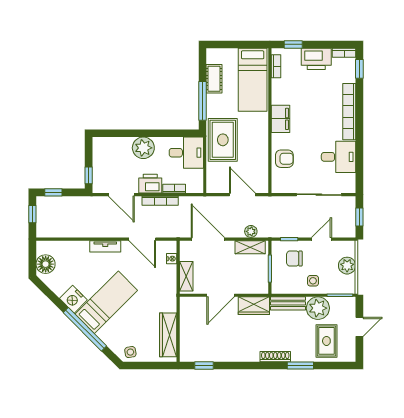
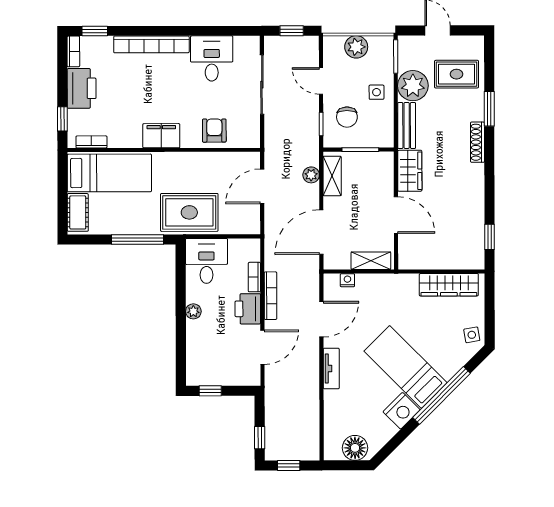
cot: (214, 79) -> (78, 212), moved, turned 90
plant: (143, 148) -> (193, 311), width x0.53, depth x0.53
window: (89, 175) -> (210, 391), moved

